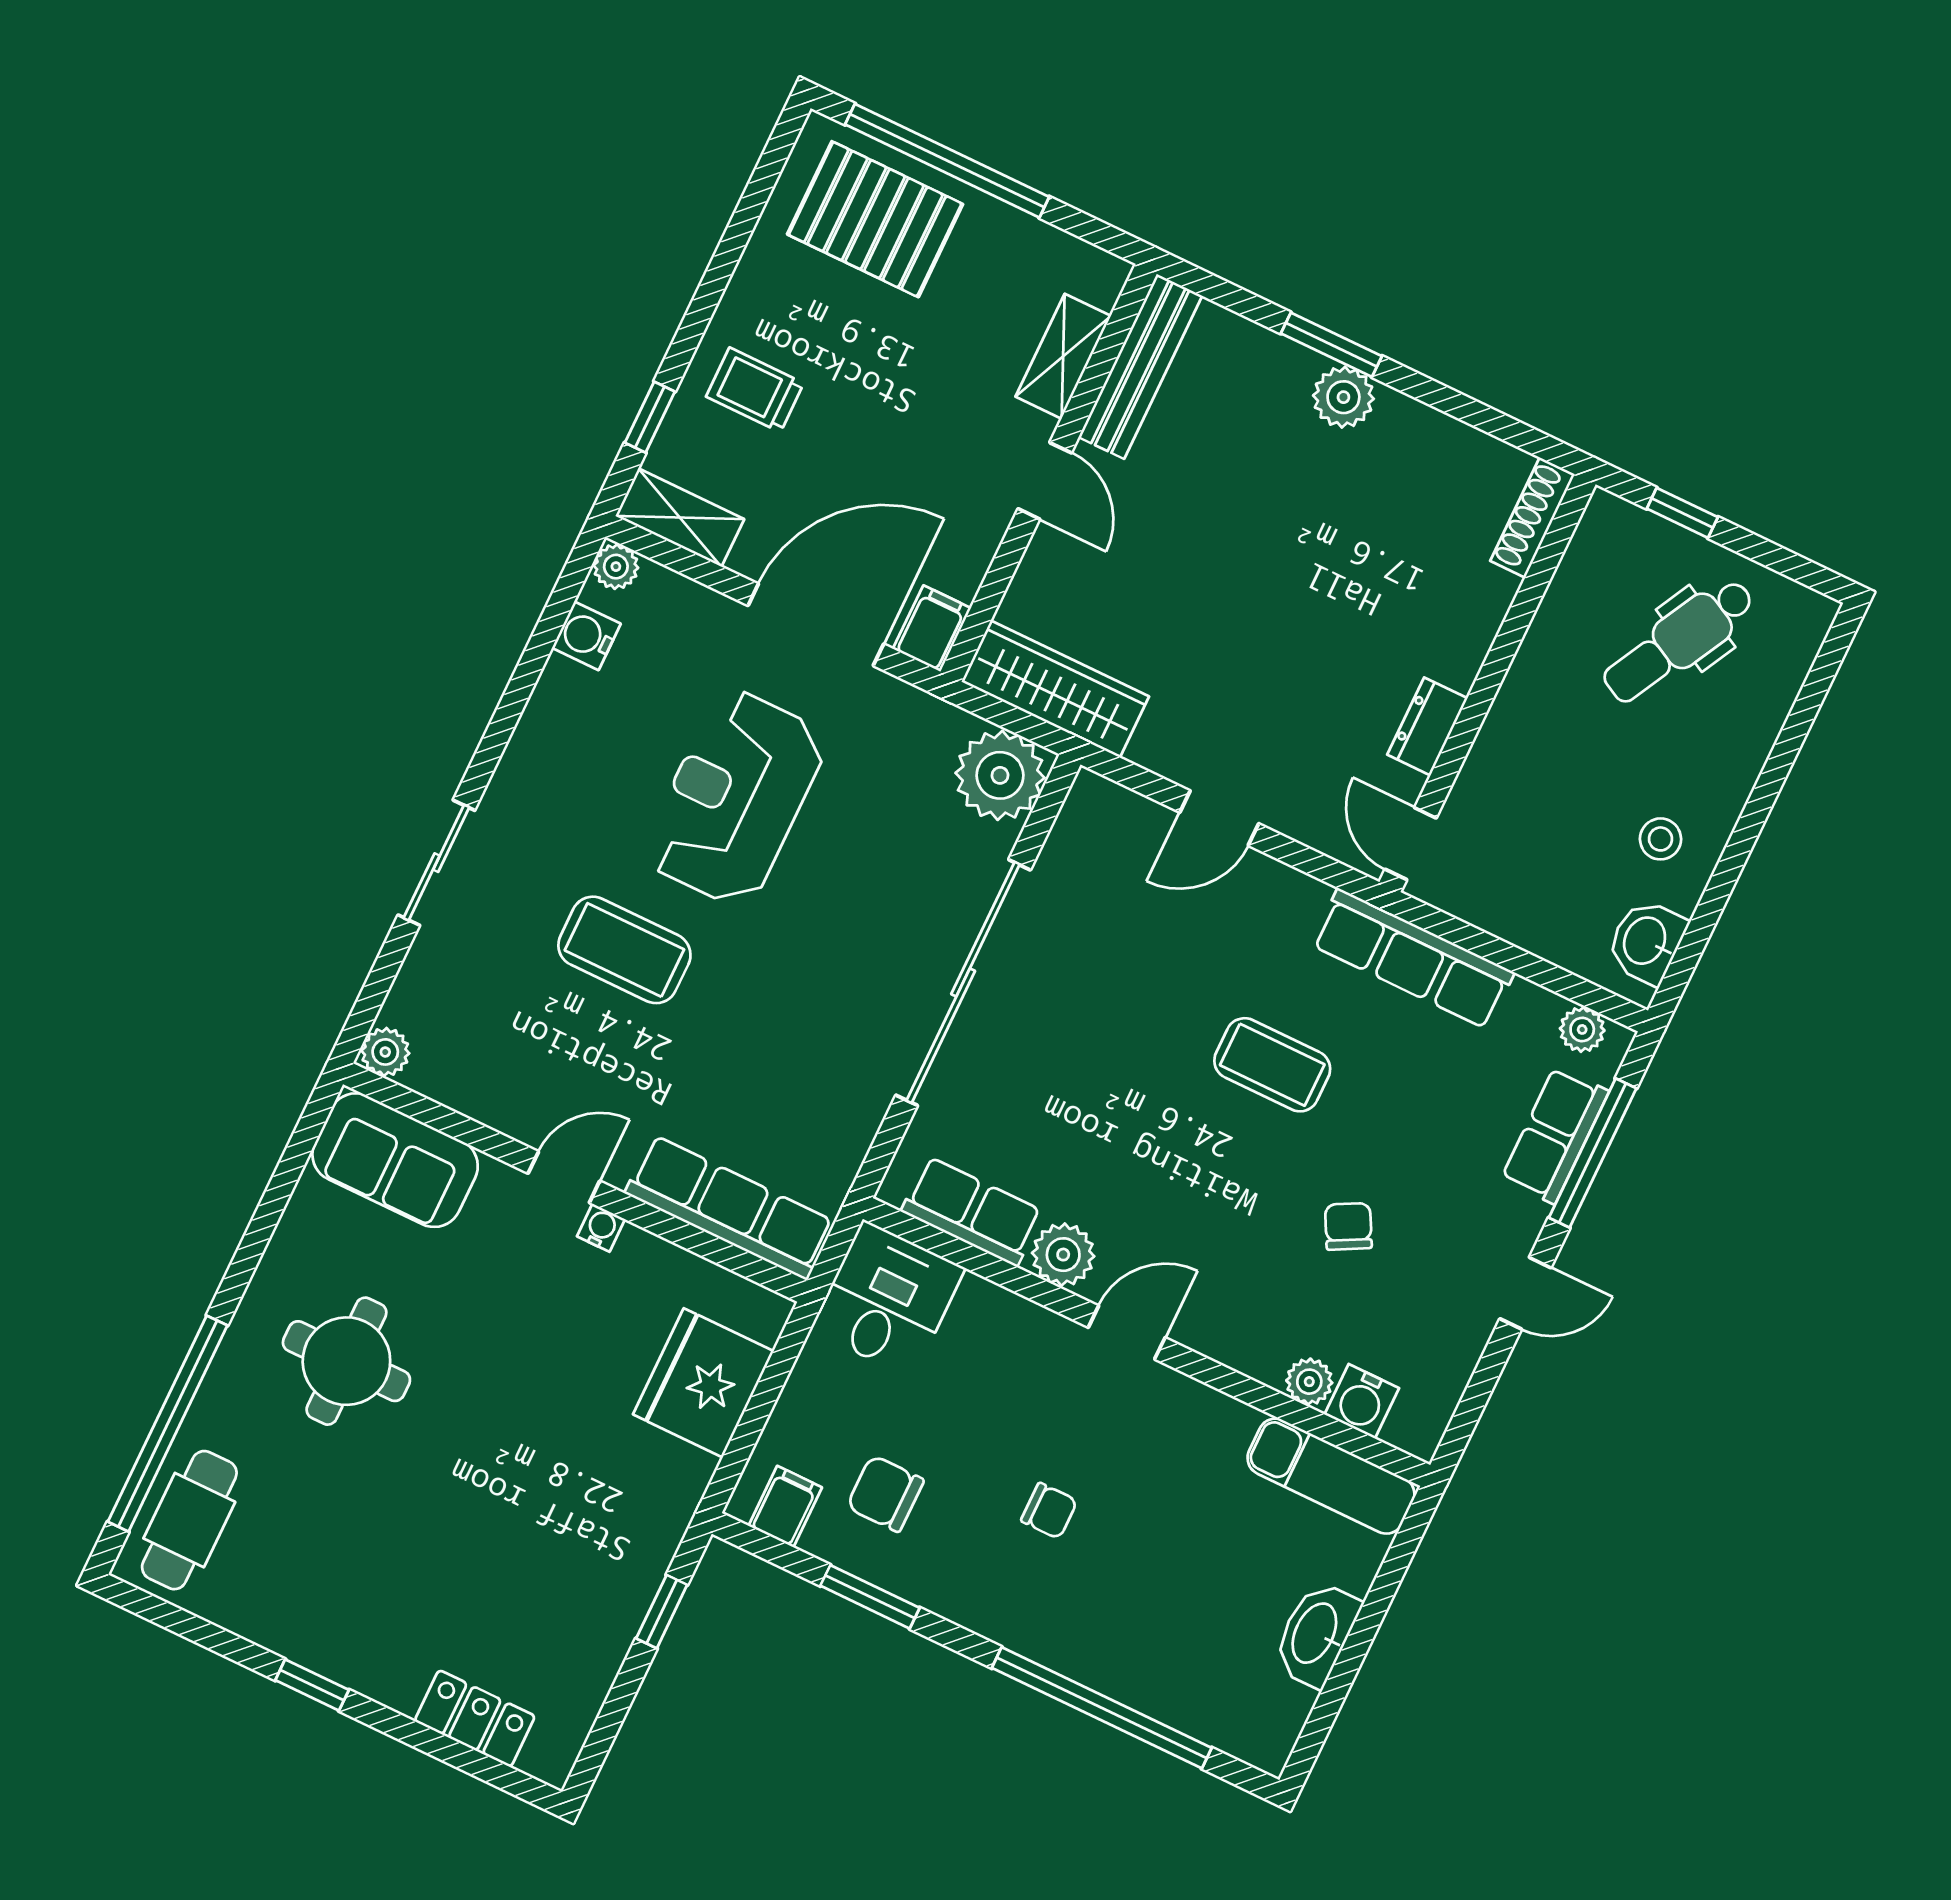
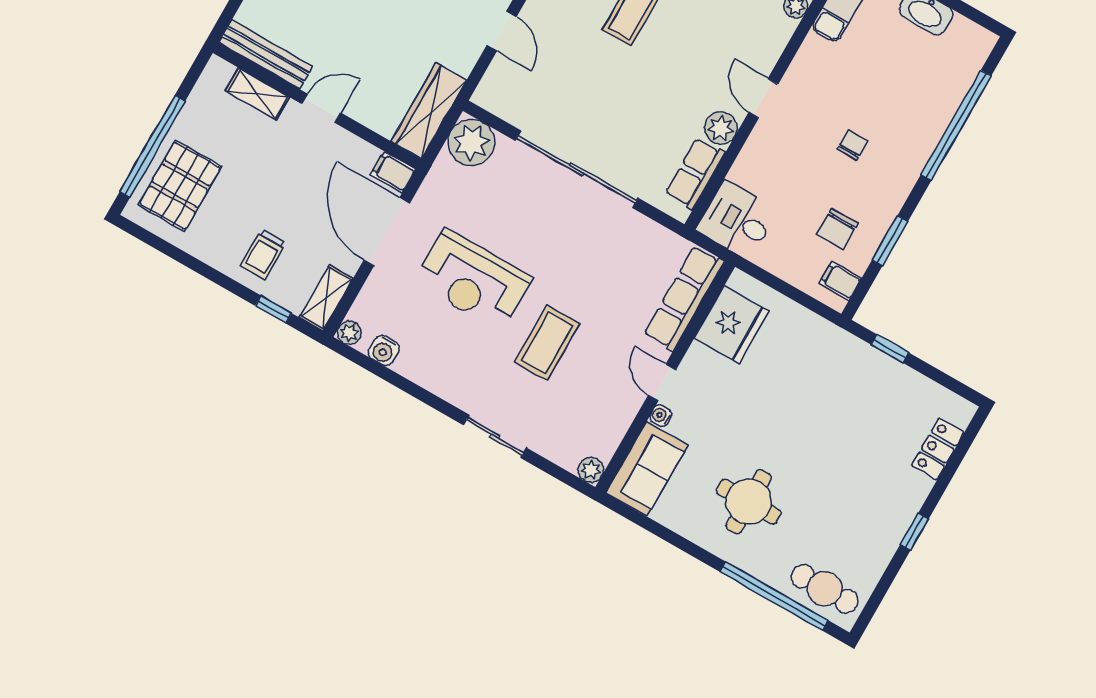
water cooler: (601, 1228) -> (661, 416), moved
fridge: (703, 1383) -> (732, 325), moved, turned -90

